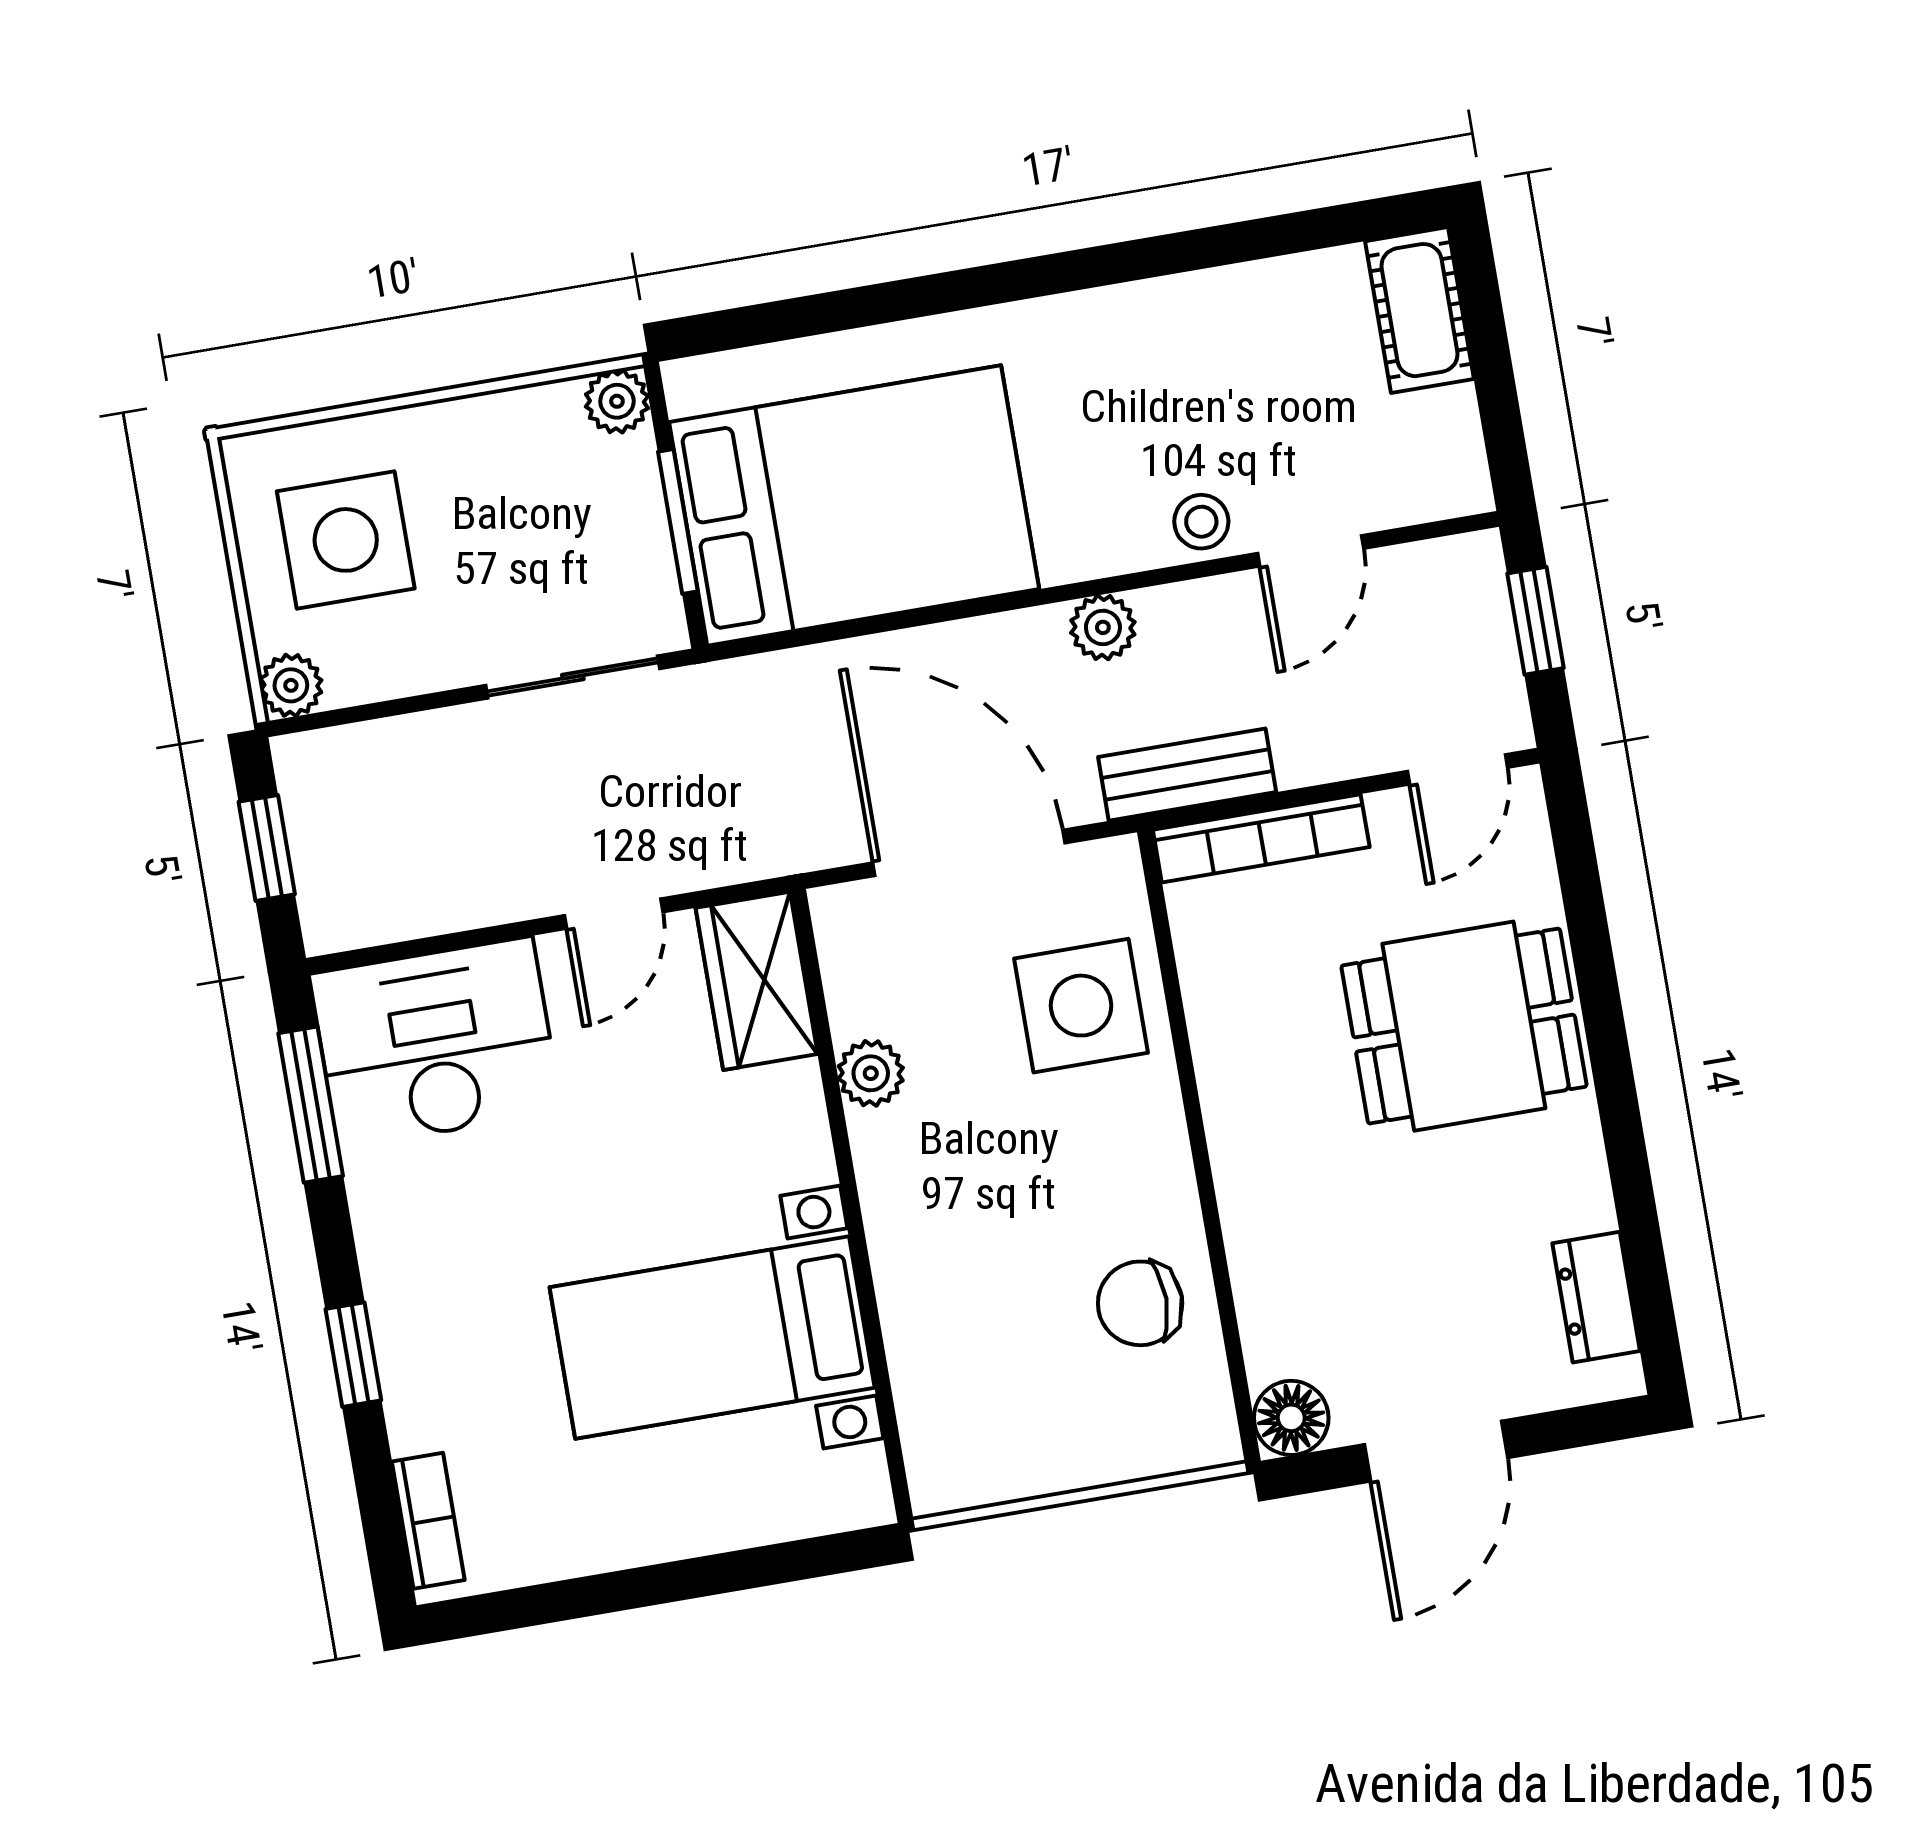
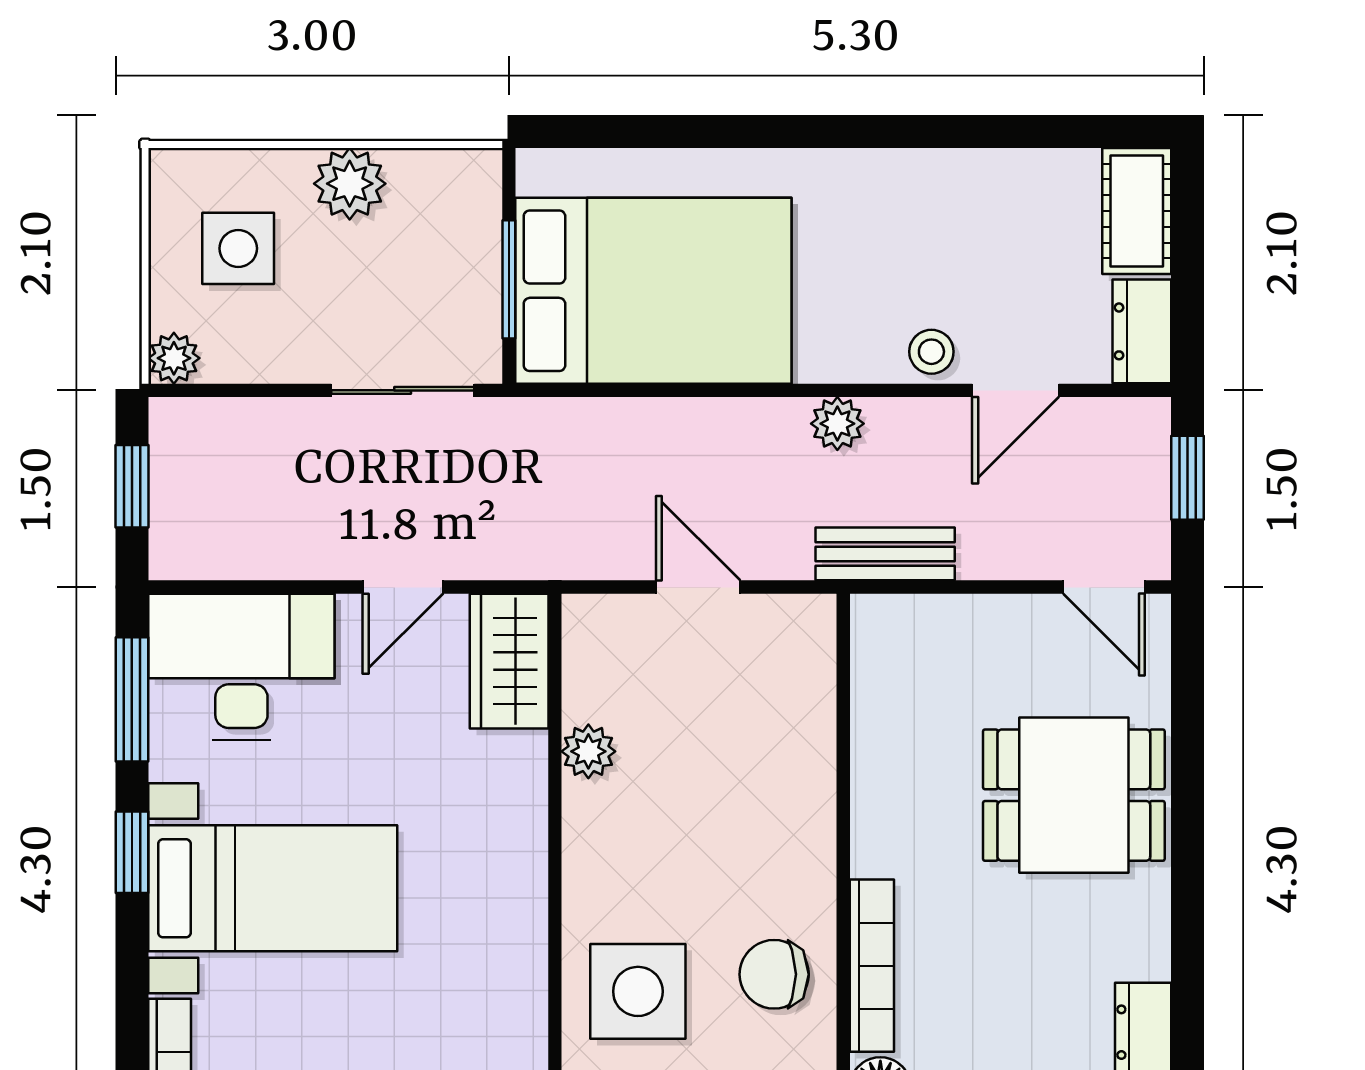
plant: (617, 401) -> (350, 184), moved, width x1.38, depth x1.38
dresser: (1450, 454) -> (1142, 331), added
side table: (346, 540) -> (238, 248), width x0.73, depth x0.73
door: (1457, 769) -> (1104, 587), hinge flipped
bookcase: (1261, 838) -> (872, 966), moved, turned -90
door: (969, 853) -> (698, 587), width x0.53
side table: (1081, 1006) -> (638, 991), moved
bed with nightstands: (712, 1337) -> (273, 888), moved, turned 180
window: (353, 1355) -> (132, 852), moved

